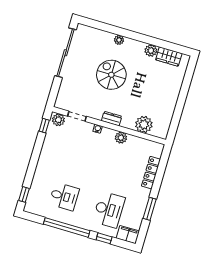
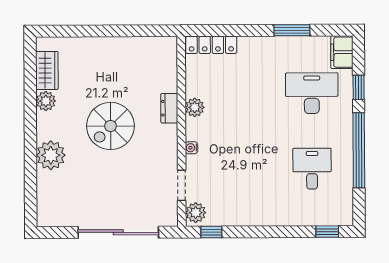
plant: (119, 40) -> (51, 155), width x1.88, depth x1.88
sliding door: (65, 53) -> (118, 232), moved
spiral stairs: (111, 75) -> (110, 126), moved
dresser: (112, 119) -> (169, 108), moved
plant: (144, 124) -> (164, 78), removed
locker: (151, 173) -> (211, 45), moved

